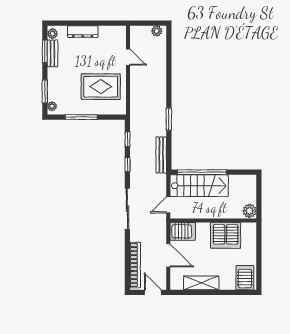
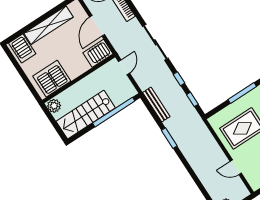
stairs: (199, 186) -> (86, 115), moved
server rack: (226, 235) -> (52, 79), moved
door: (168, 255) -> (97, 26), hinge flipped
shelving: (201, 283) -> (49, 25), width x1.47

